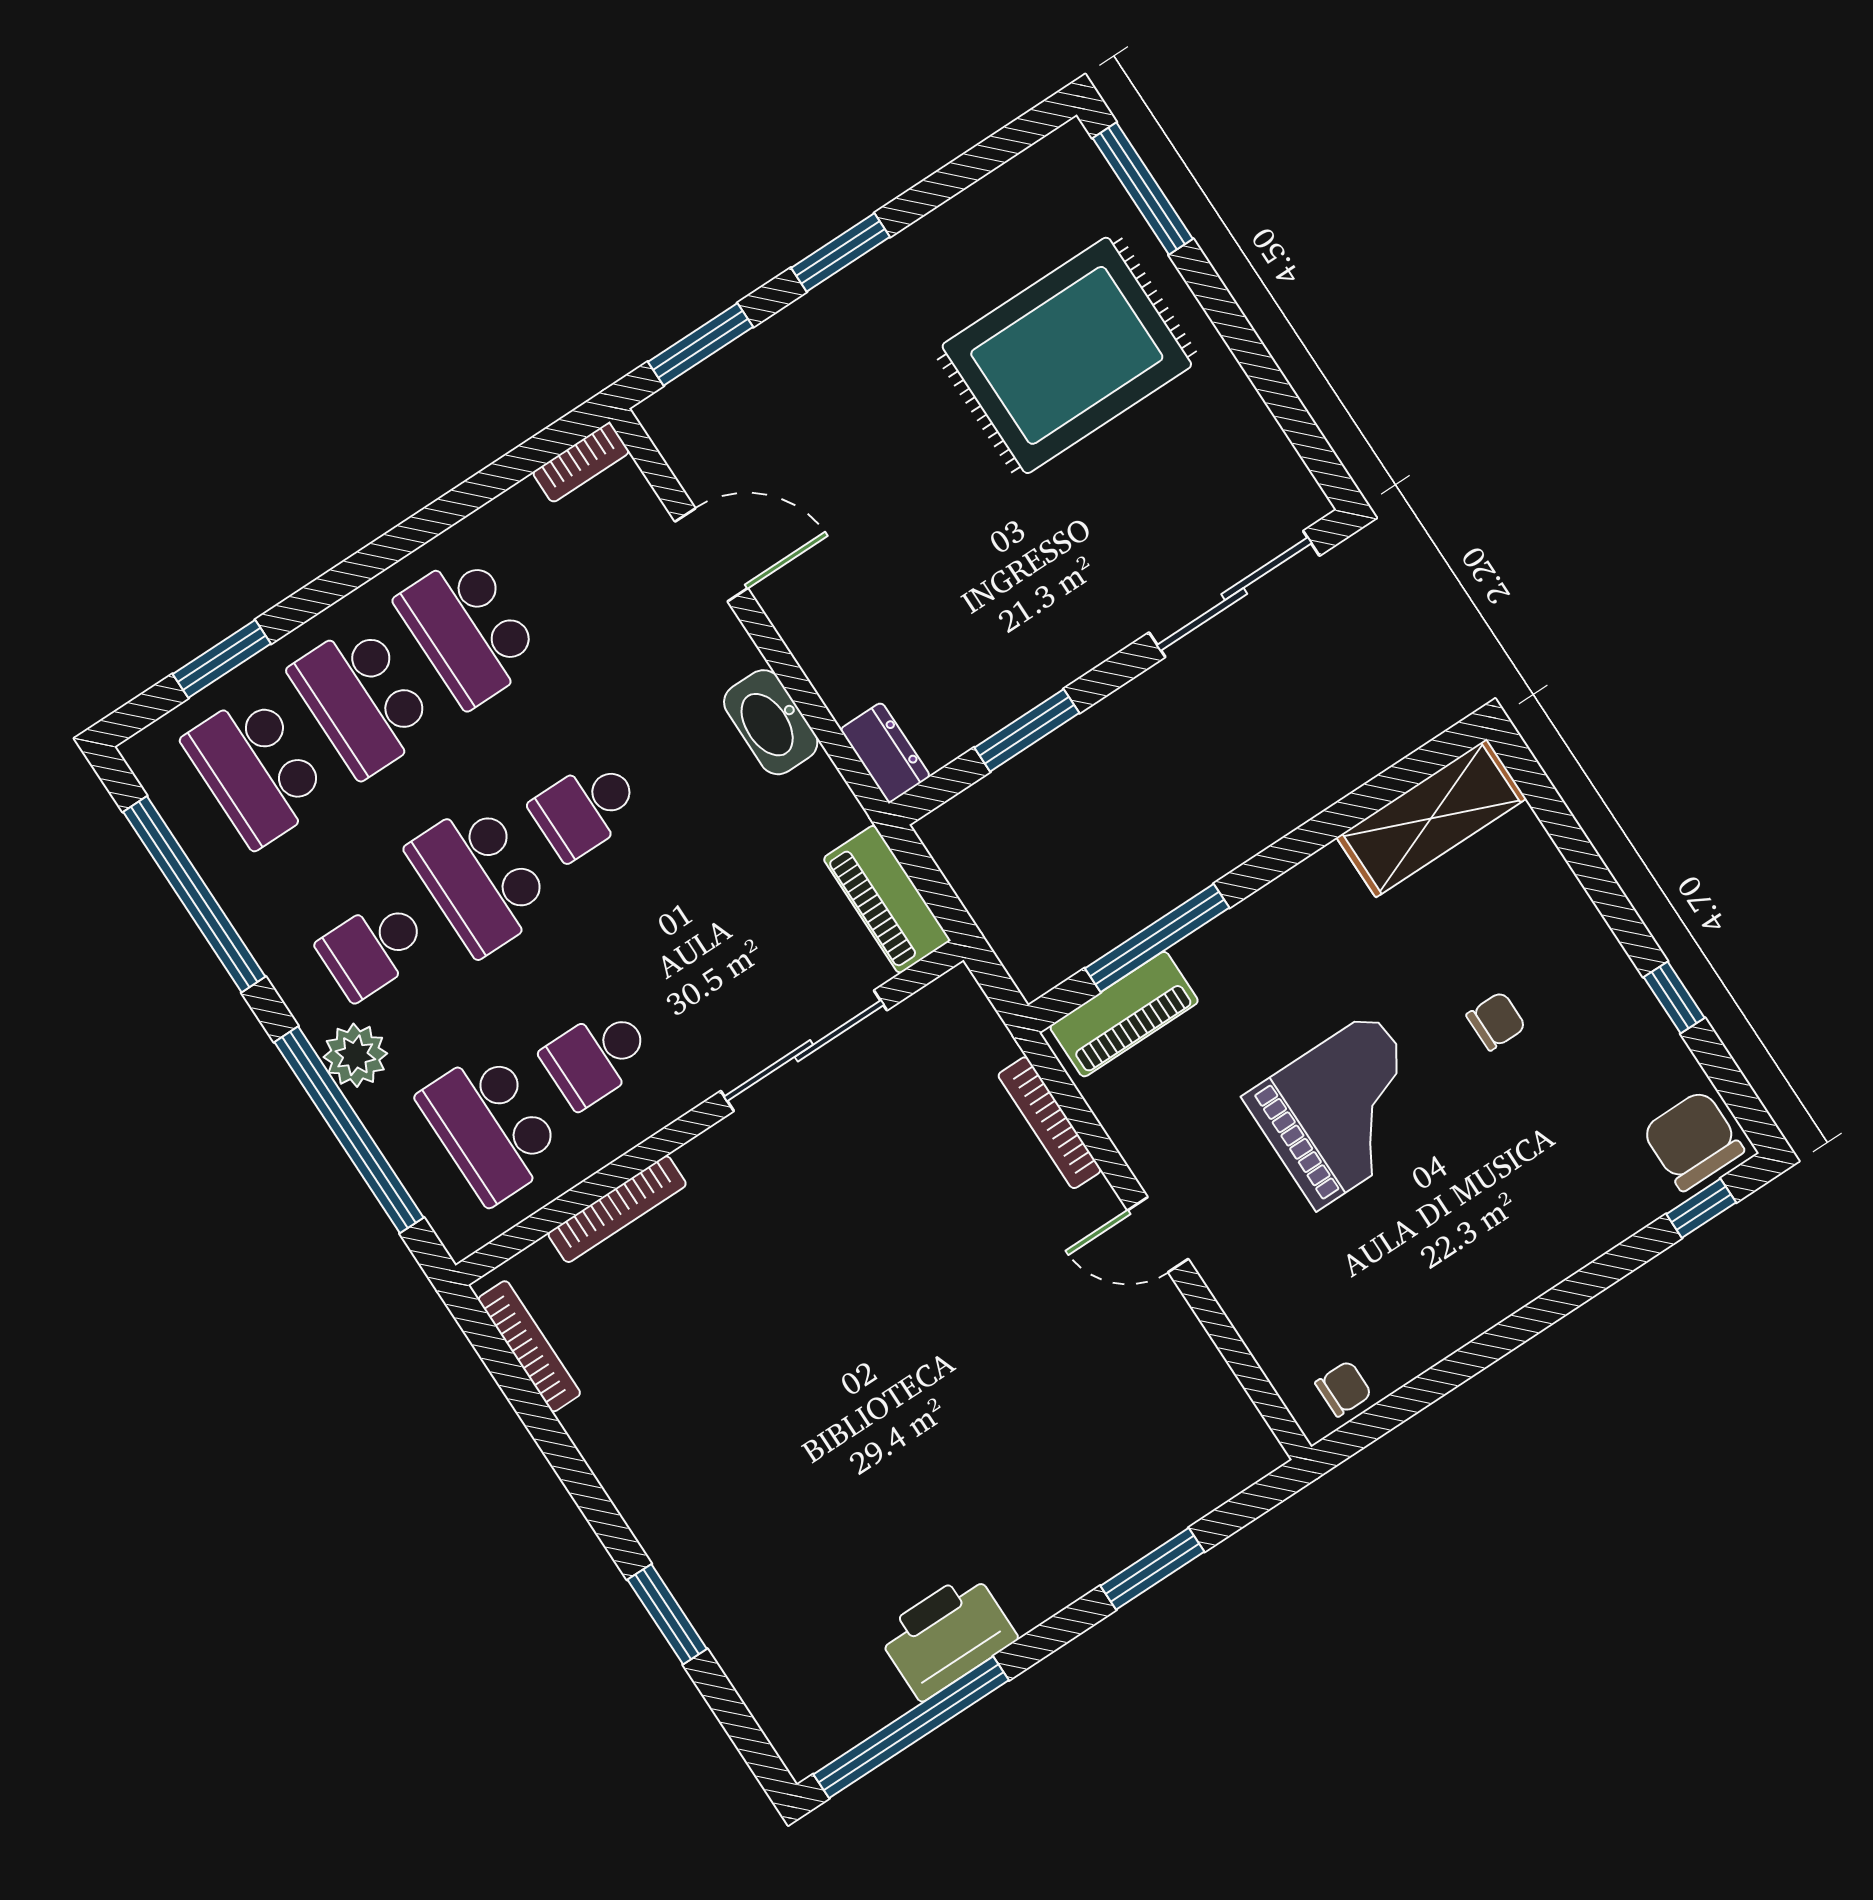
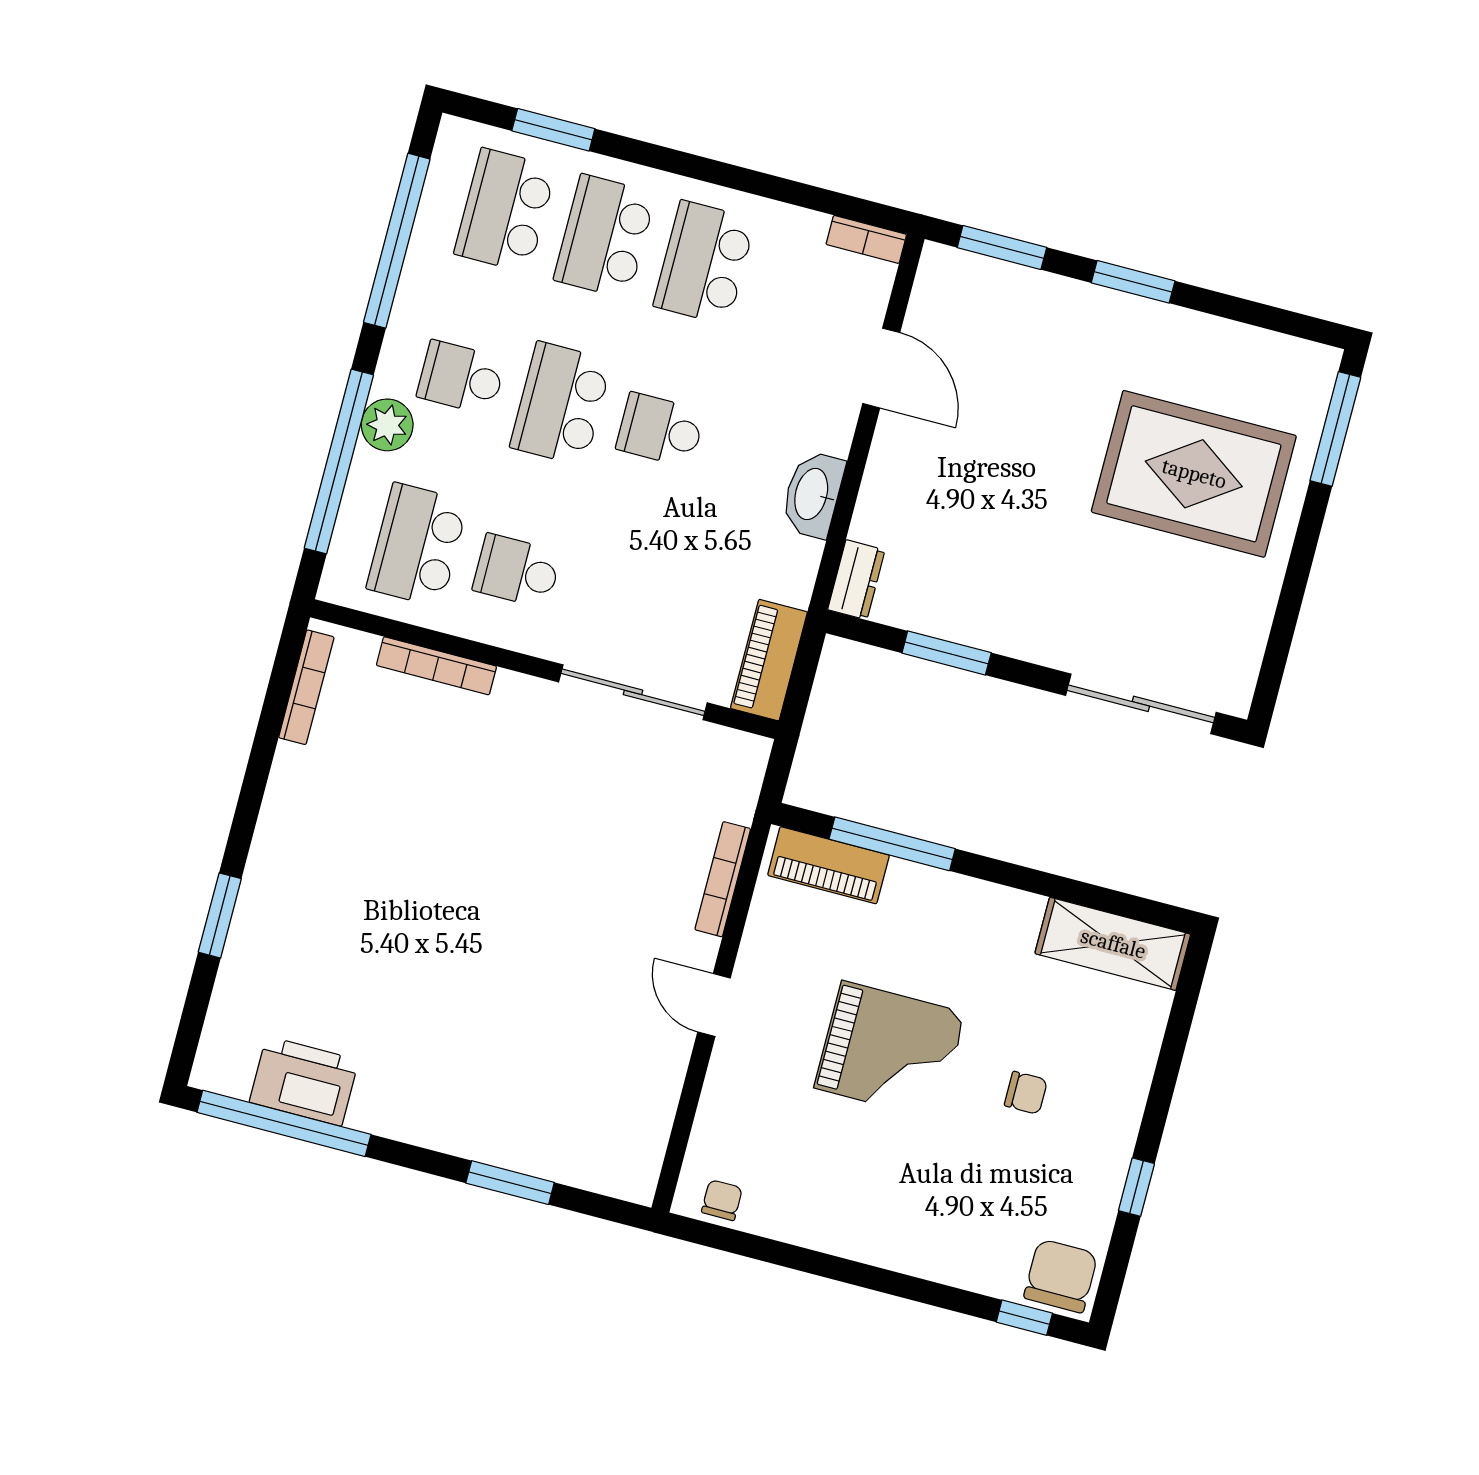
chair: (1343, 1389) -> (722, 1200), turned -90
printer: (947, 1636) -> (304, 1081), moved

